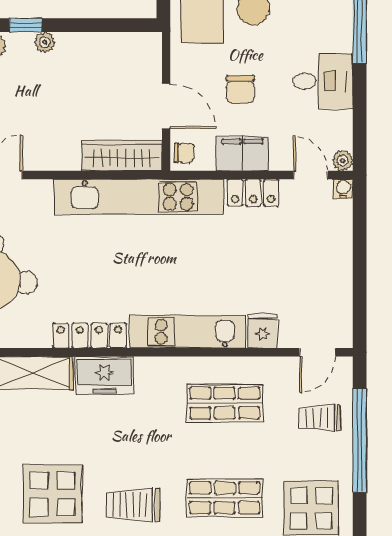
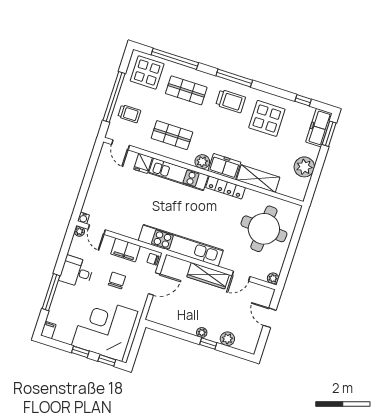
door: (166, 106) -> (154, 284), swing flipped
wardrobe: (122, 155) -> (208, 276), moved
locker: (253, 193) -> (127, 230), removed
door: (317, 352) -> (121, 145), swing flipped
plant: (150, 371) -> (202, 162), added

